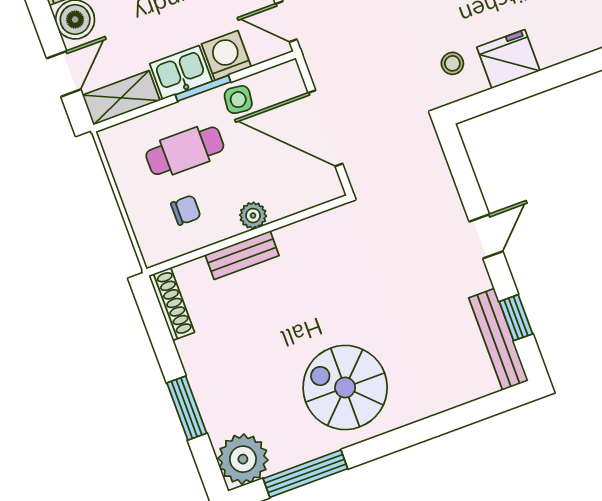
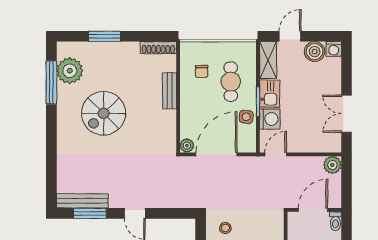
door: (64, 74) -> (290, 36), swing flipped
plant: (253, 216) -> (187, 146), moved
window: (516, 318) -> (90, 213), width x1.50
spiral stairs: (345, 387) -> (104, 113), moved, turned 180
plant: (243, 459) -> (70, 71), moved

